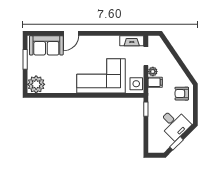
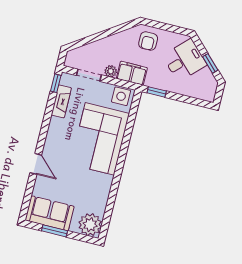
window: (134, 33) -> (56, 83), added
fireplace: (132, 41) -> (61, 101), moved
sofa: (46, 45) -> (50, 213), moved, turned -90
filing cabinet: (155, 82) -> (132, 73), width x2.00

